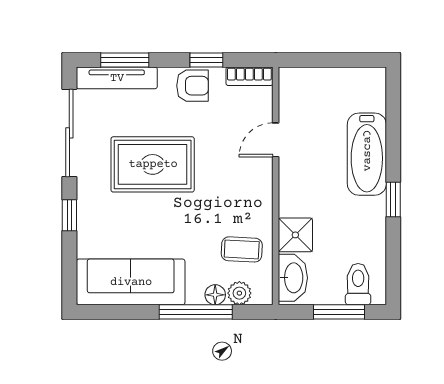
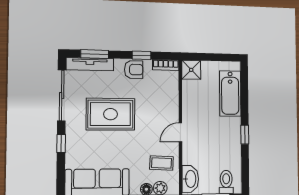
door: (276, 140) -> (180, 132), moved
bathtub: (367, 154) -> (230, 93), moved
shower: (295, 235) -> (191, 70), moved

